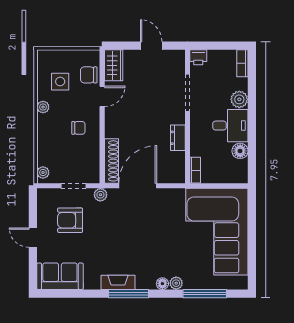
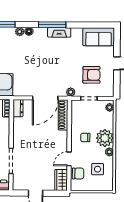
plant: (50, 127) -> (105, 138), added
dresser: (178, 138) -> (18, 108), moved

